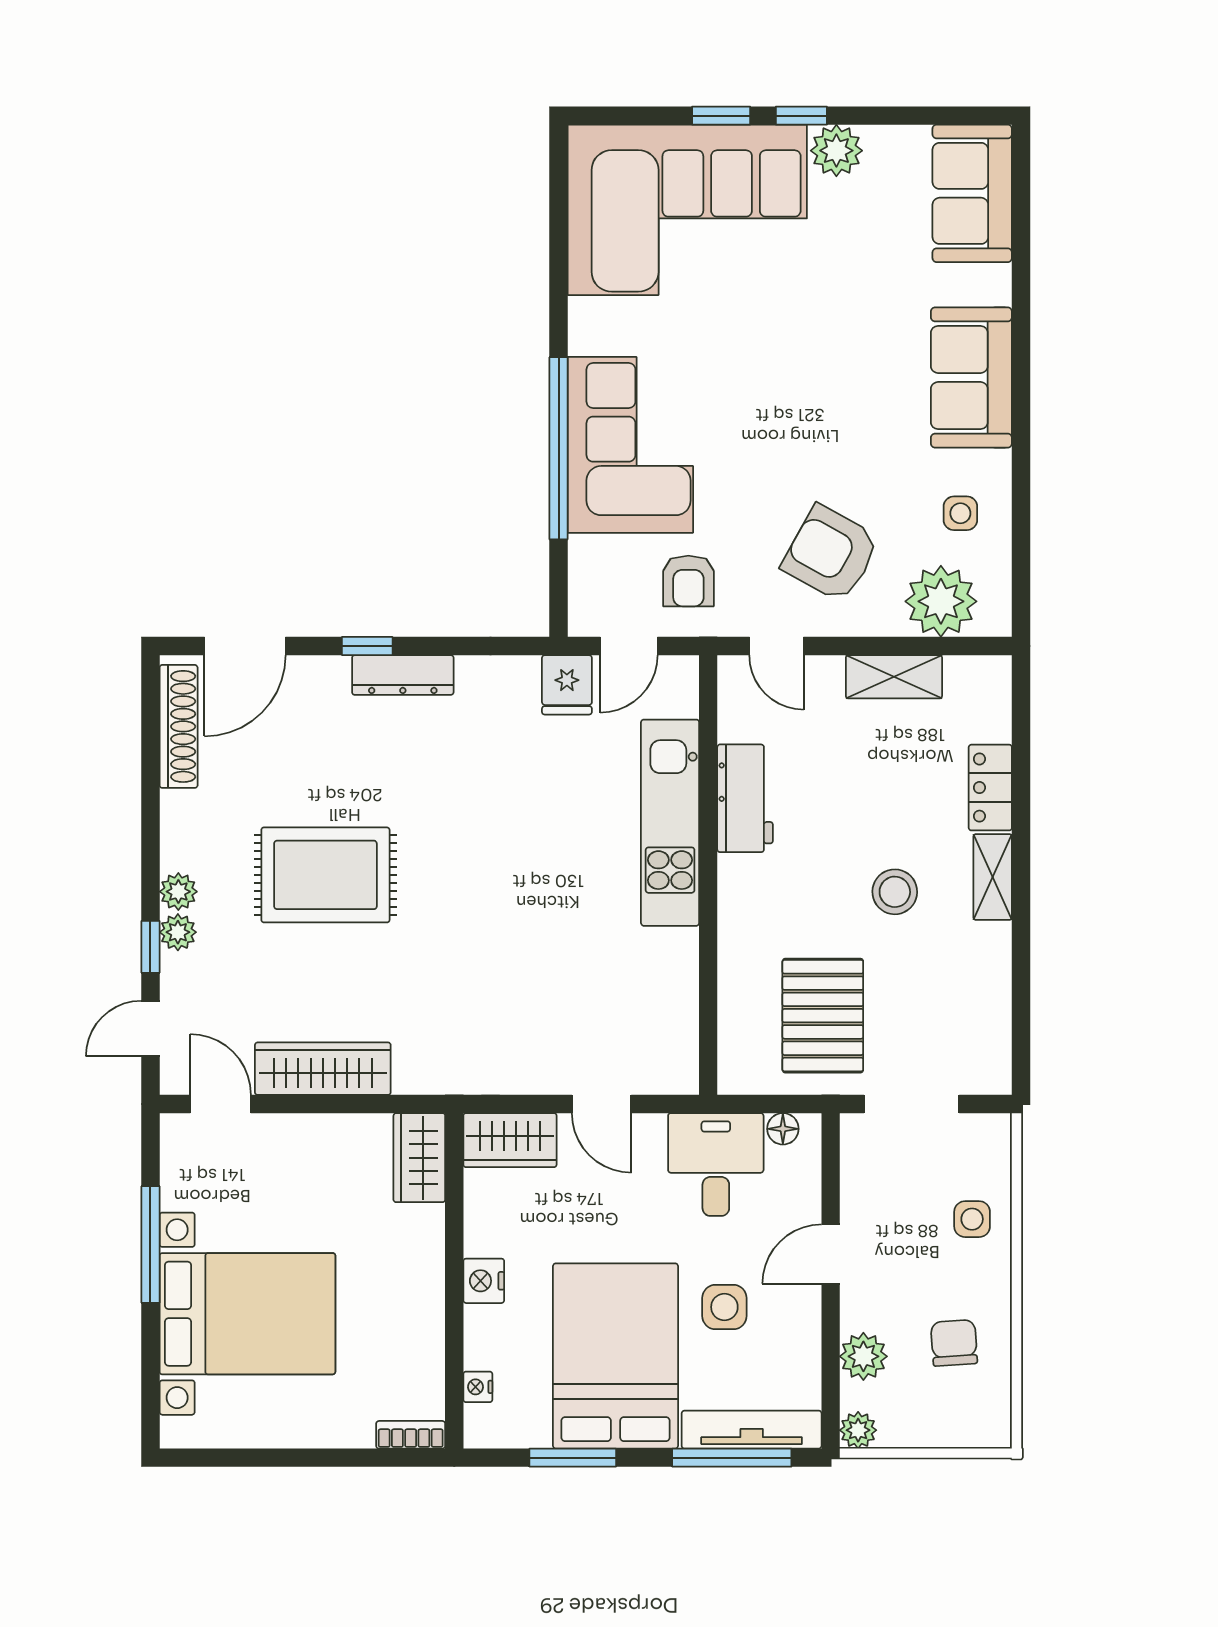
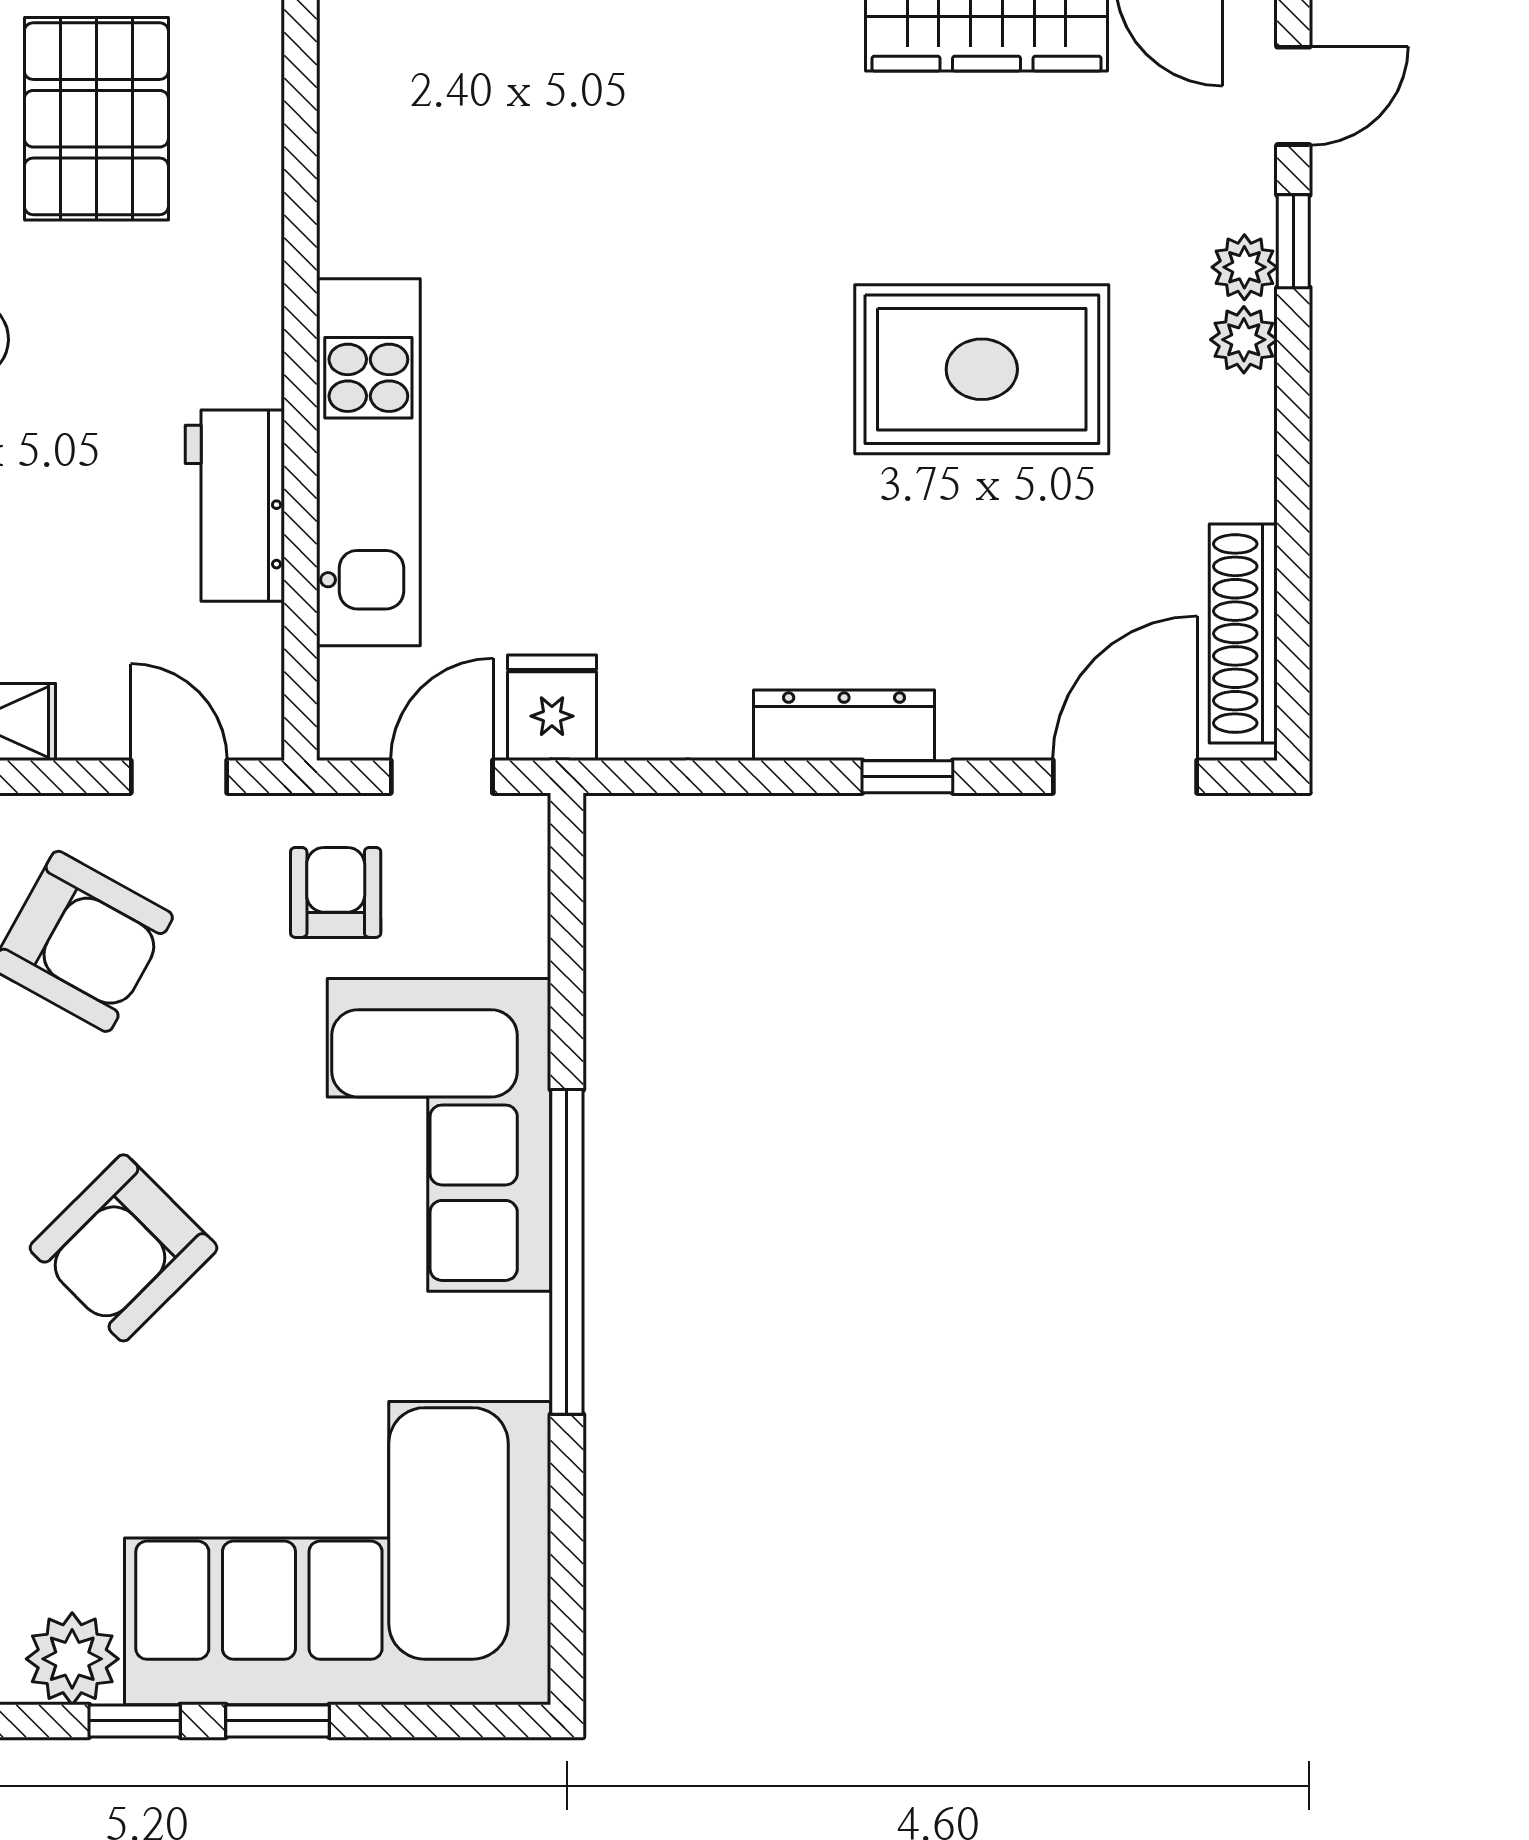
armchair: (808, 381) -> (123, 1248), added
window: (559, 448) -> (567, 1252), moved

